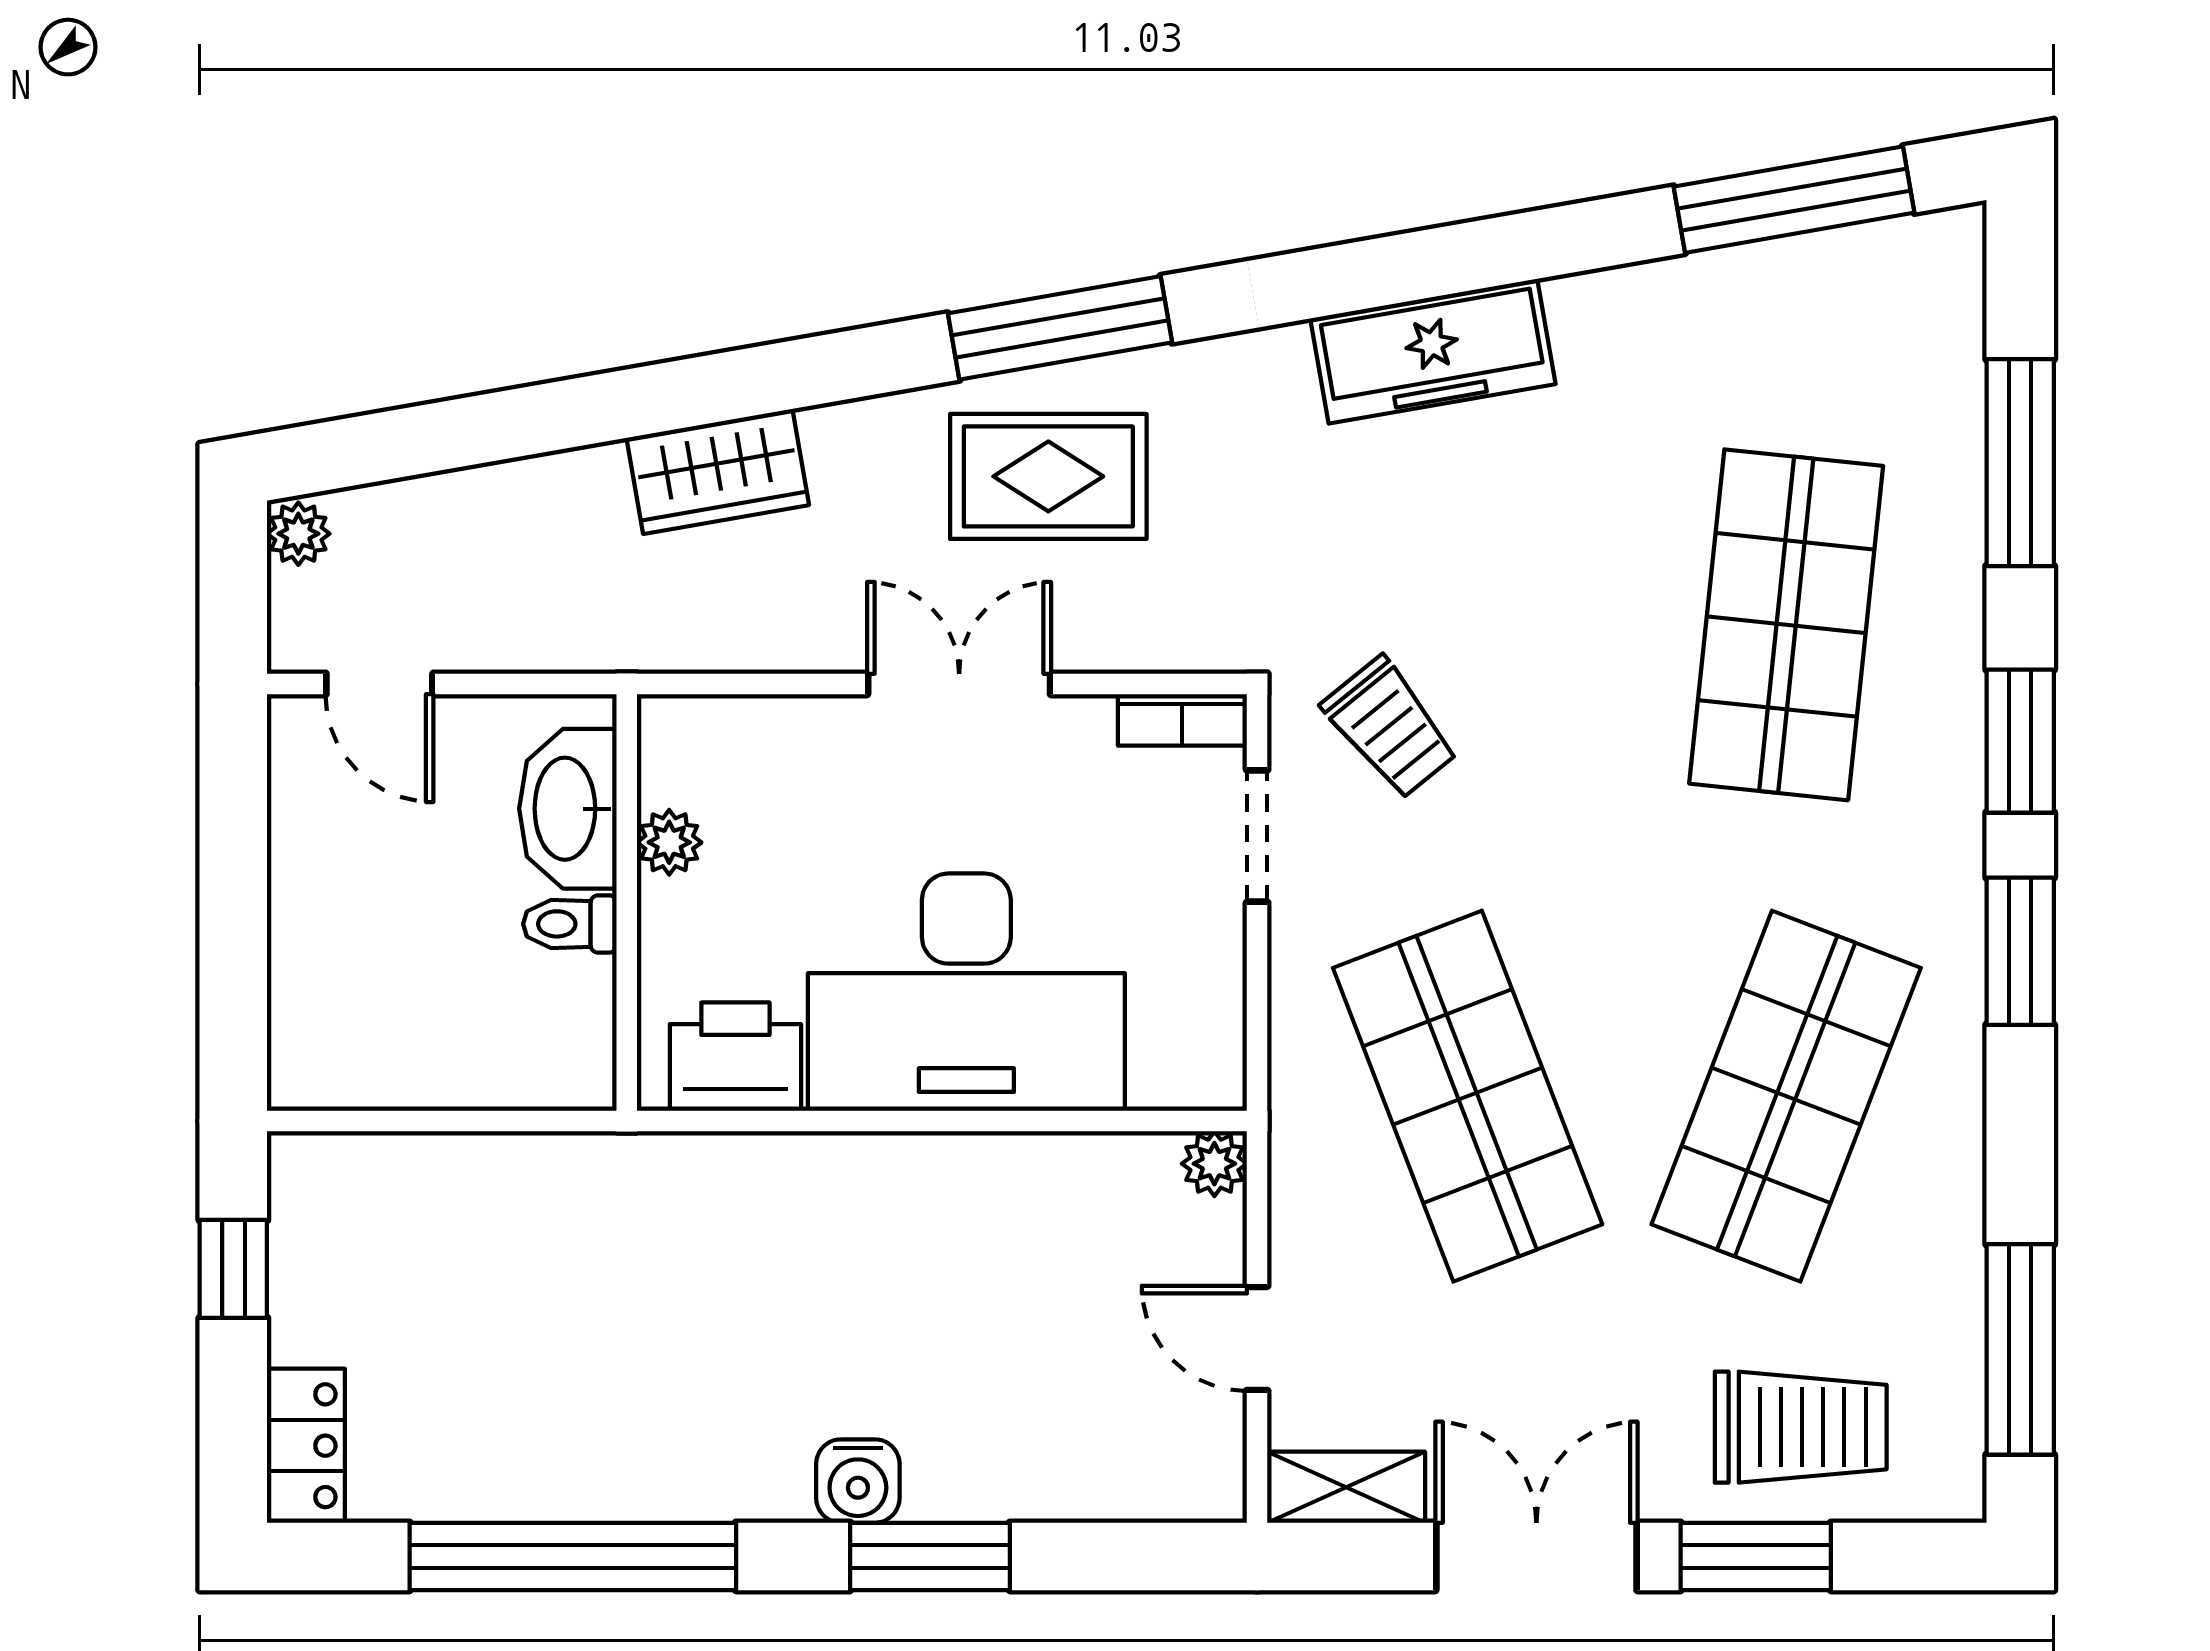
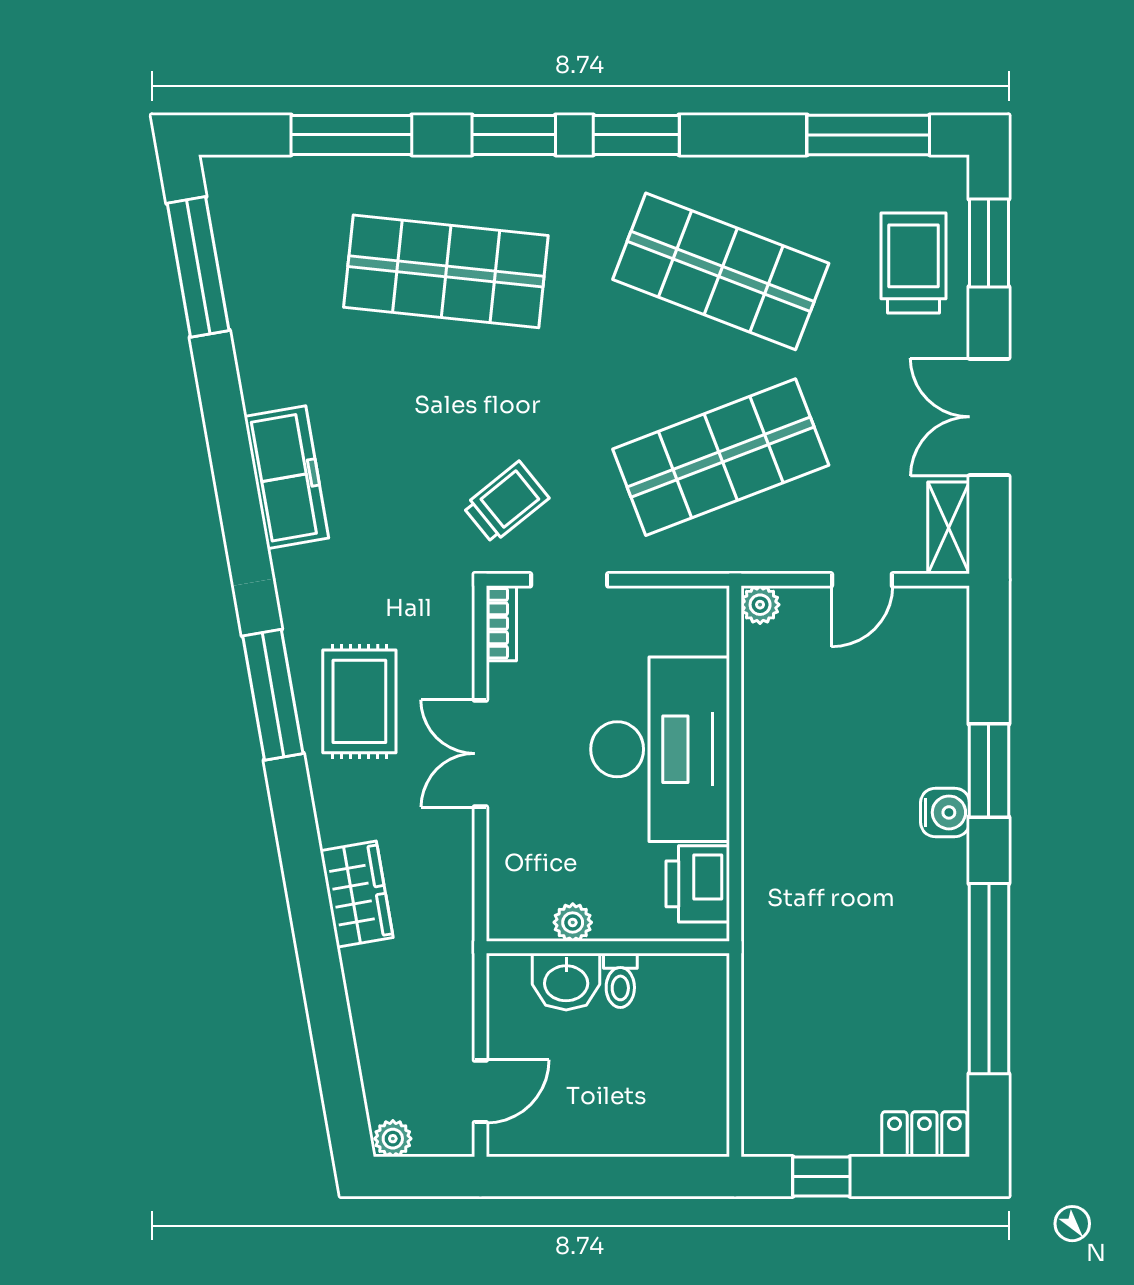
washbasin: (568, 809) -> (566, 982), width x0.72
window: (1756, 1556) -> (989, 243), moved

